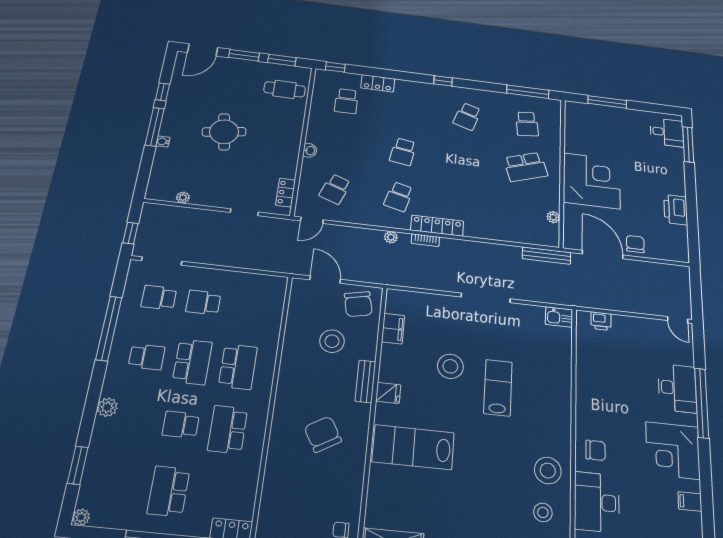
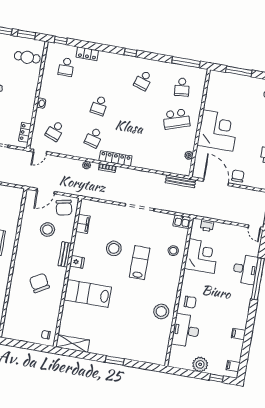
door: (325, 280) -> (46, 191), swing flipped
corner desk: (673, 450) -> (202, 256), moved, turned 180
stool: (543, 512) -> (173, 251), moved

